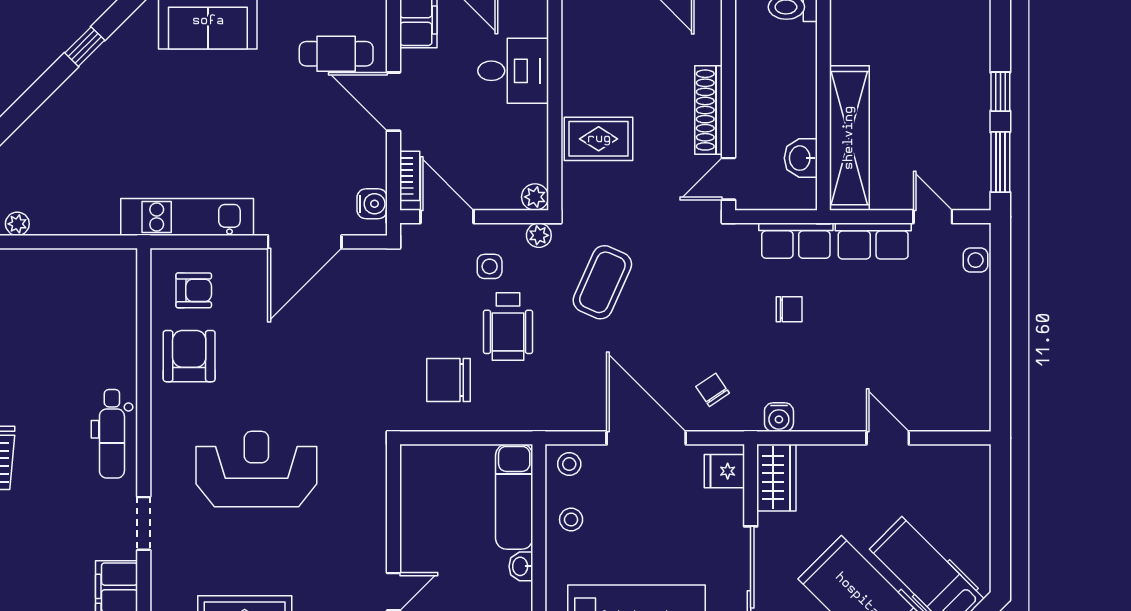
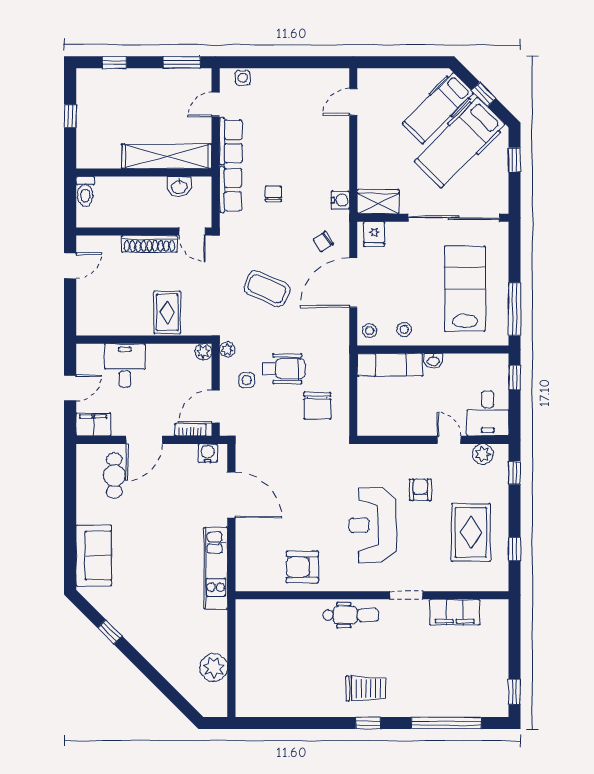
window: (1000, 92) -> (114, 62), moved
plant: (17, 224) -> (214, 668), width x1.88, depth x1.88
coffee table: (602, 282) -> (267, 289), moved
armchair: (194, 290) -> (420, 490), moved
door: (888, 438) -> (353, 102), moved

